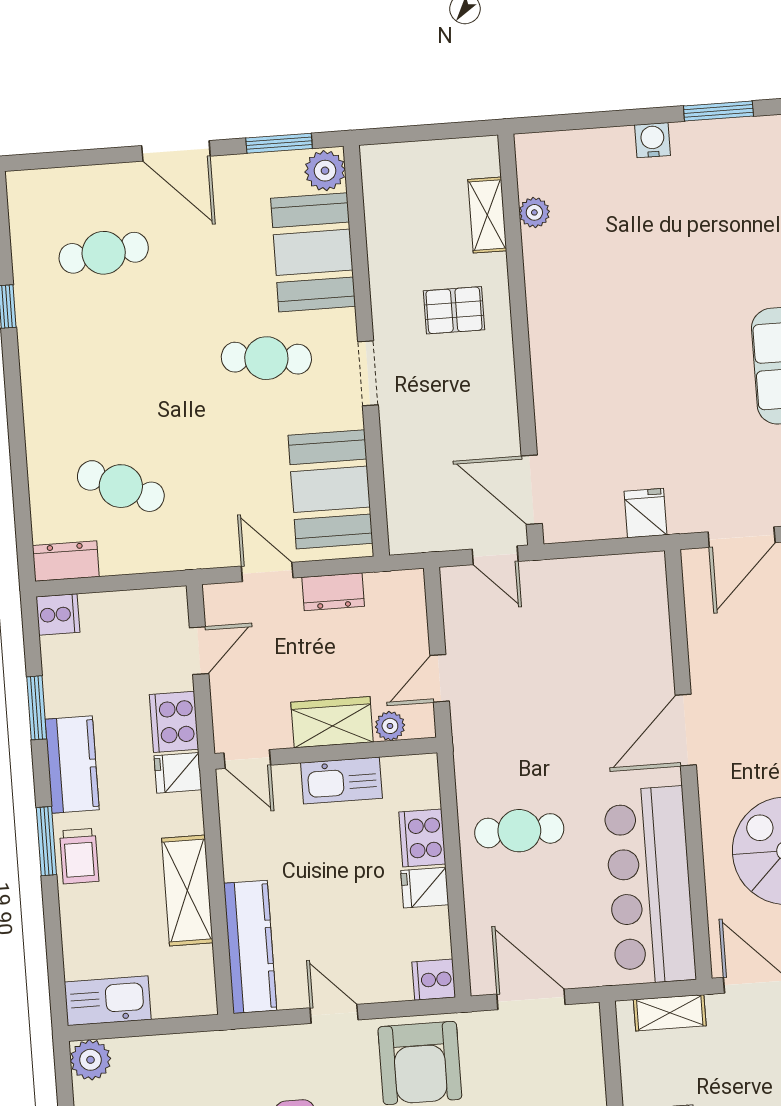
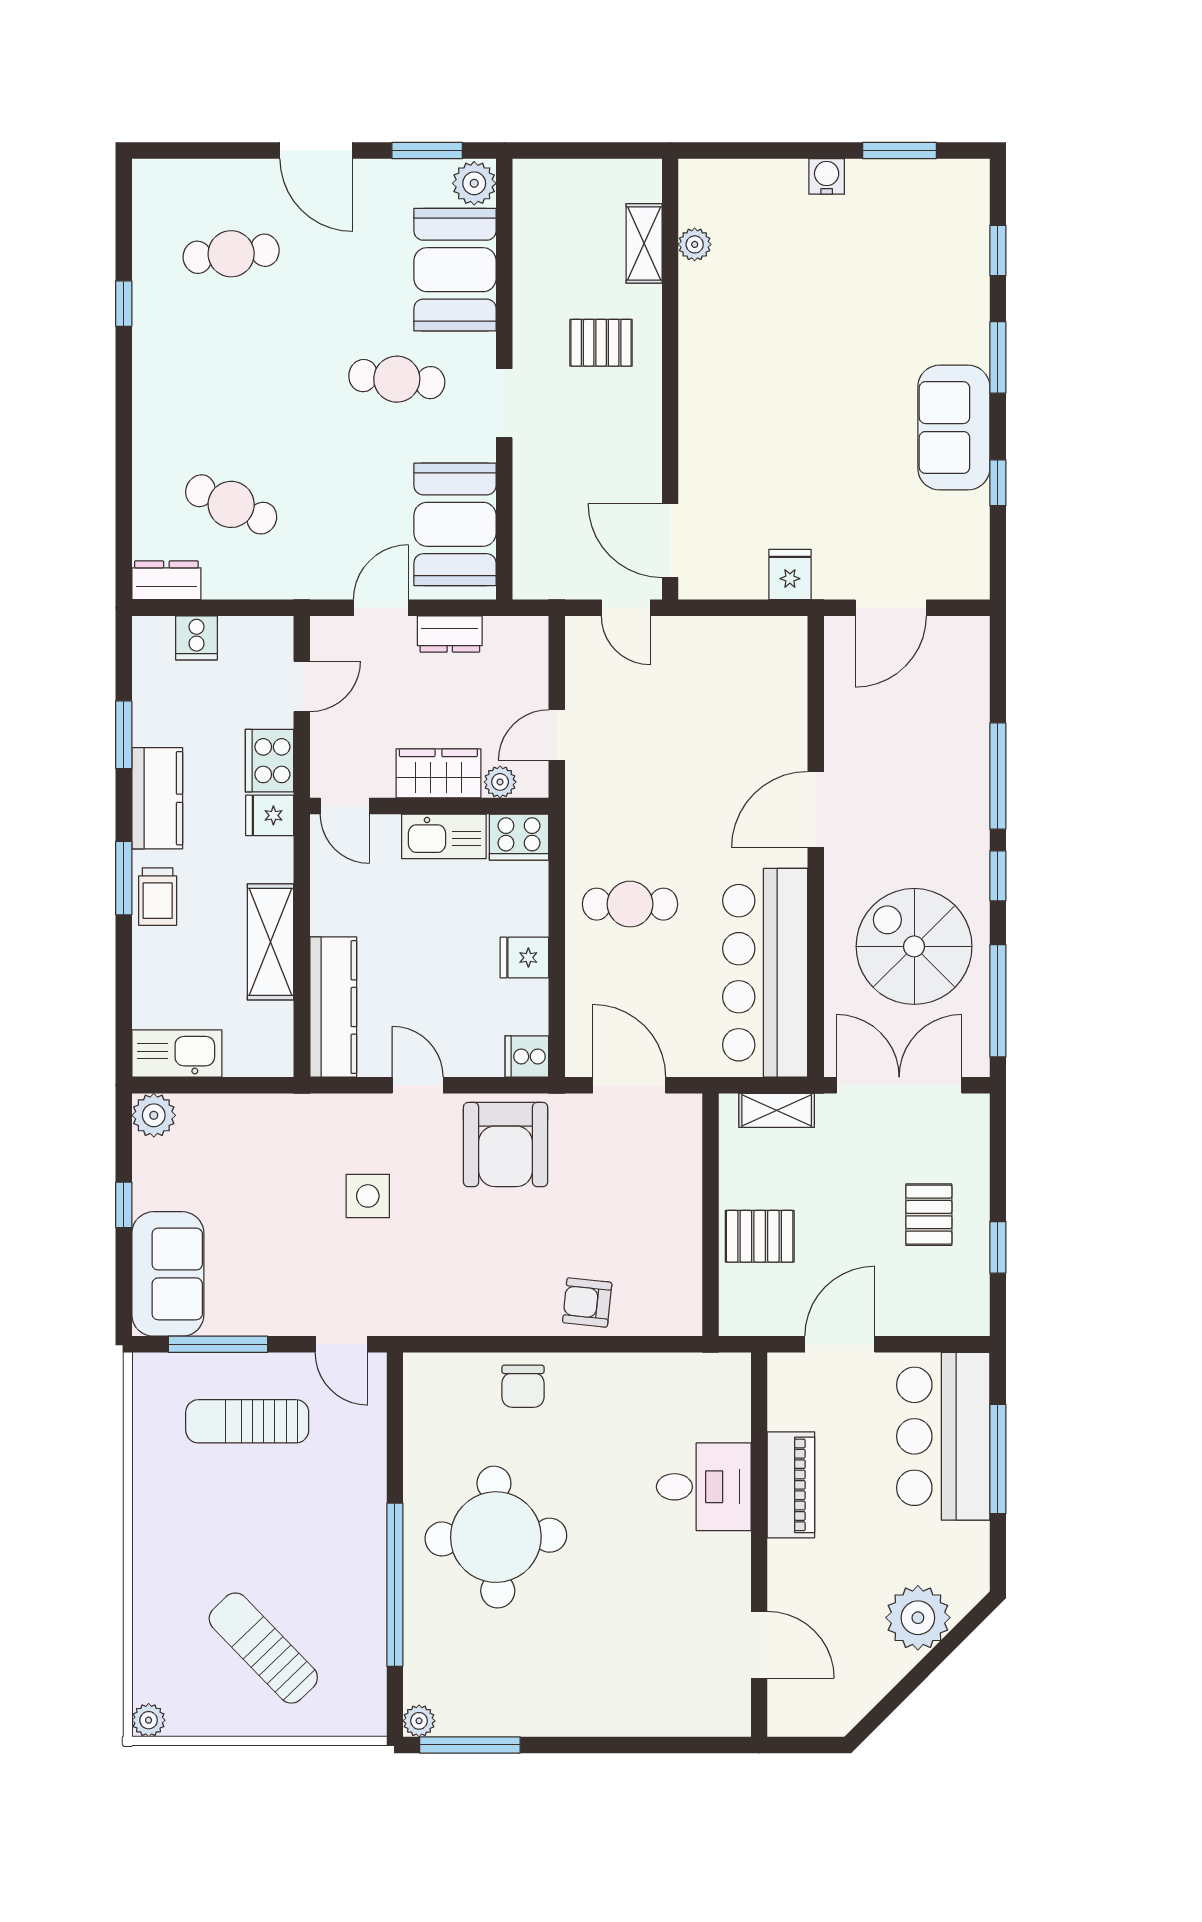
door: (267, 572) -> (381, 608), hinge flipped
cooker: (58, 614) -> (196, 638), moved, turned 90
cooker: (422, 838) -> (519, 837), moved, turned -90

